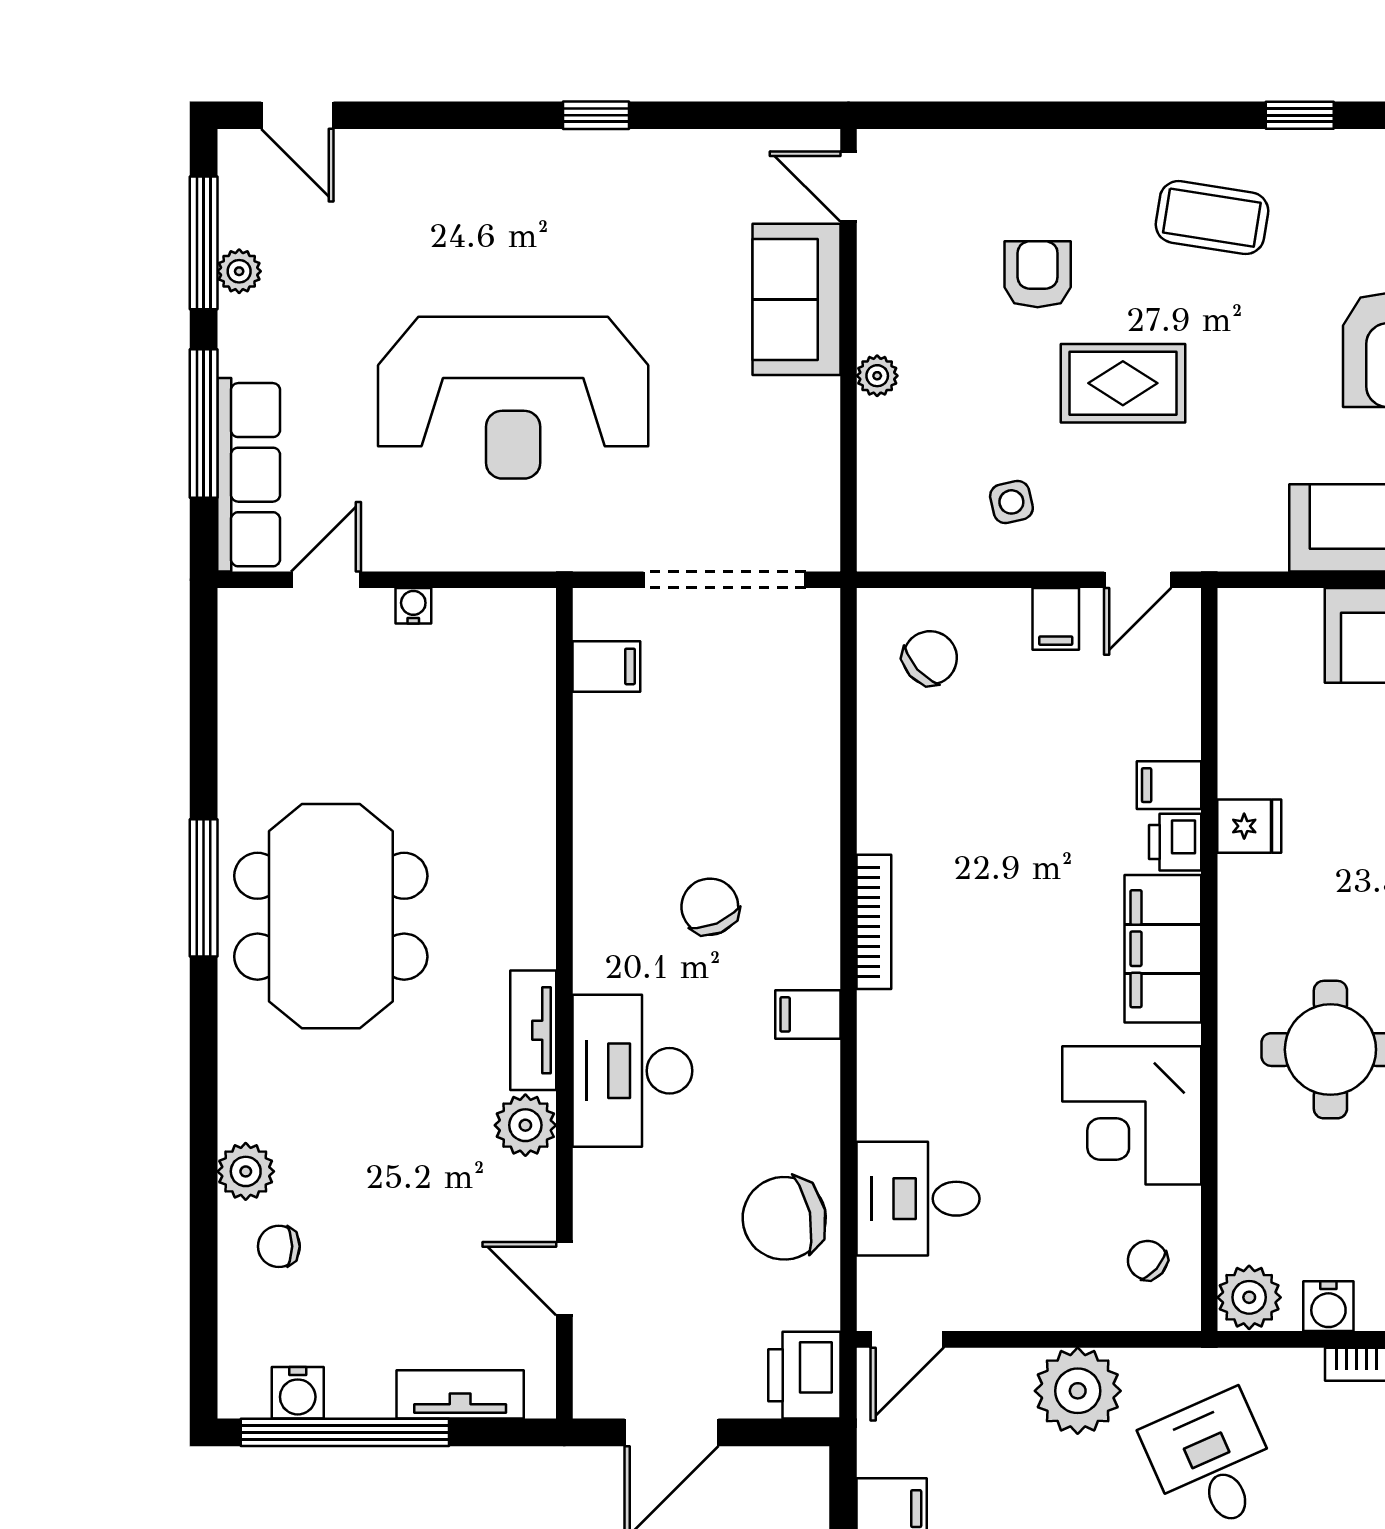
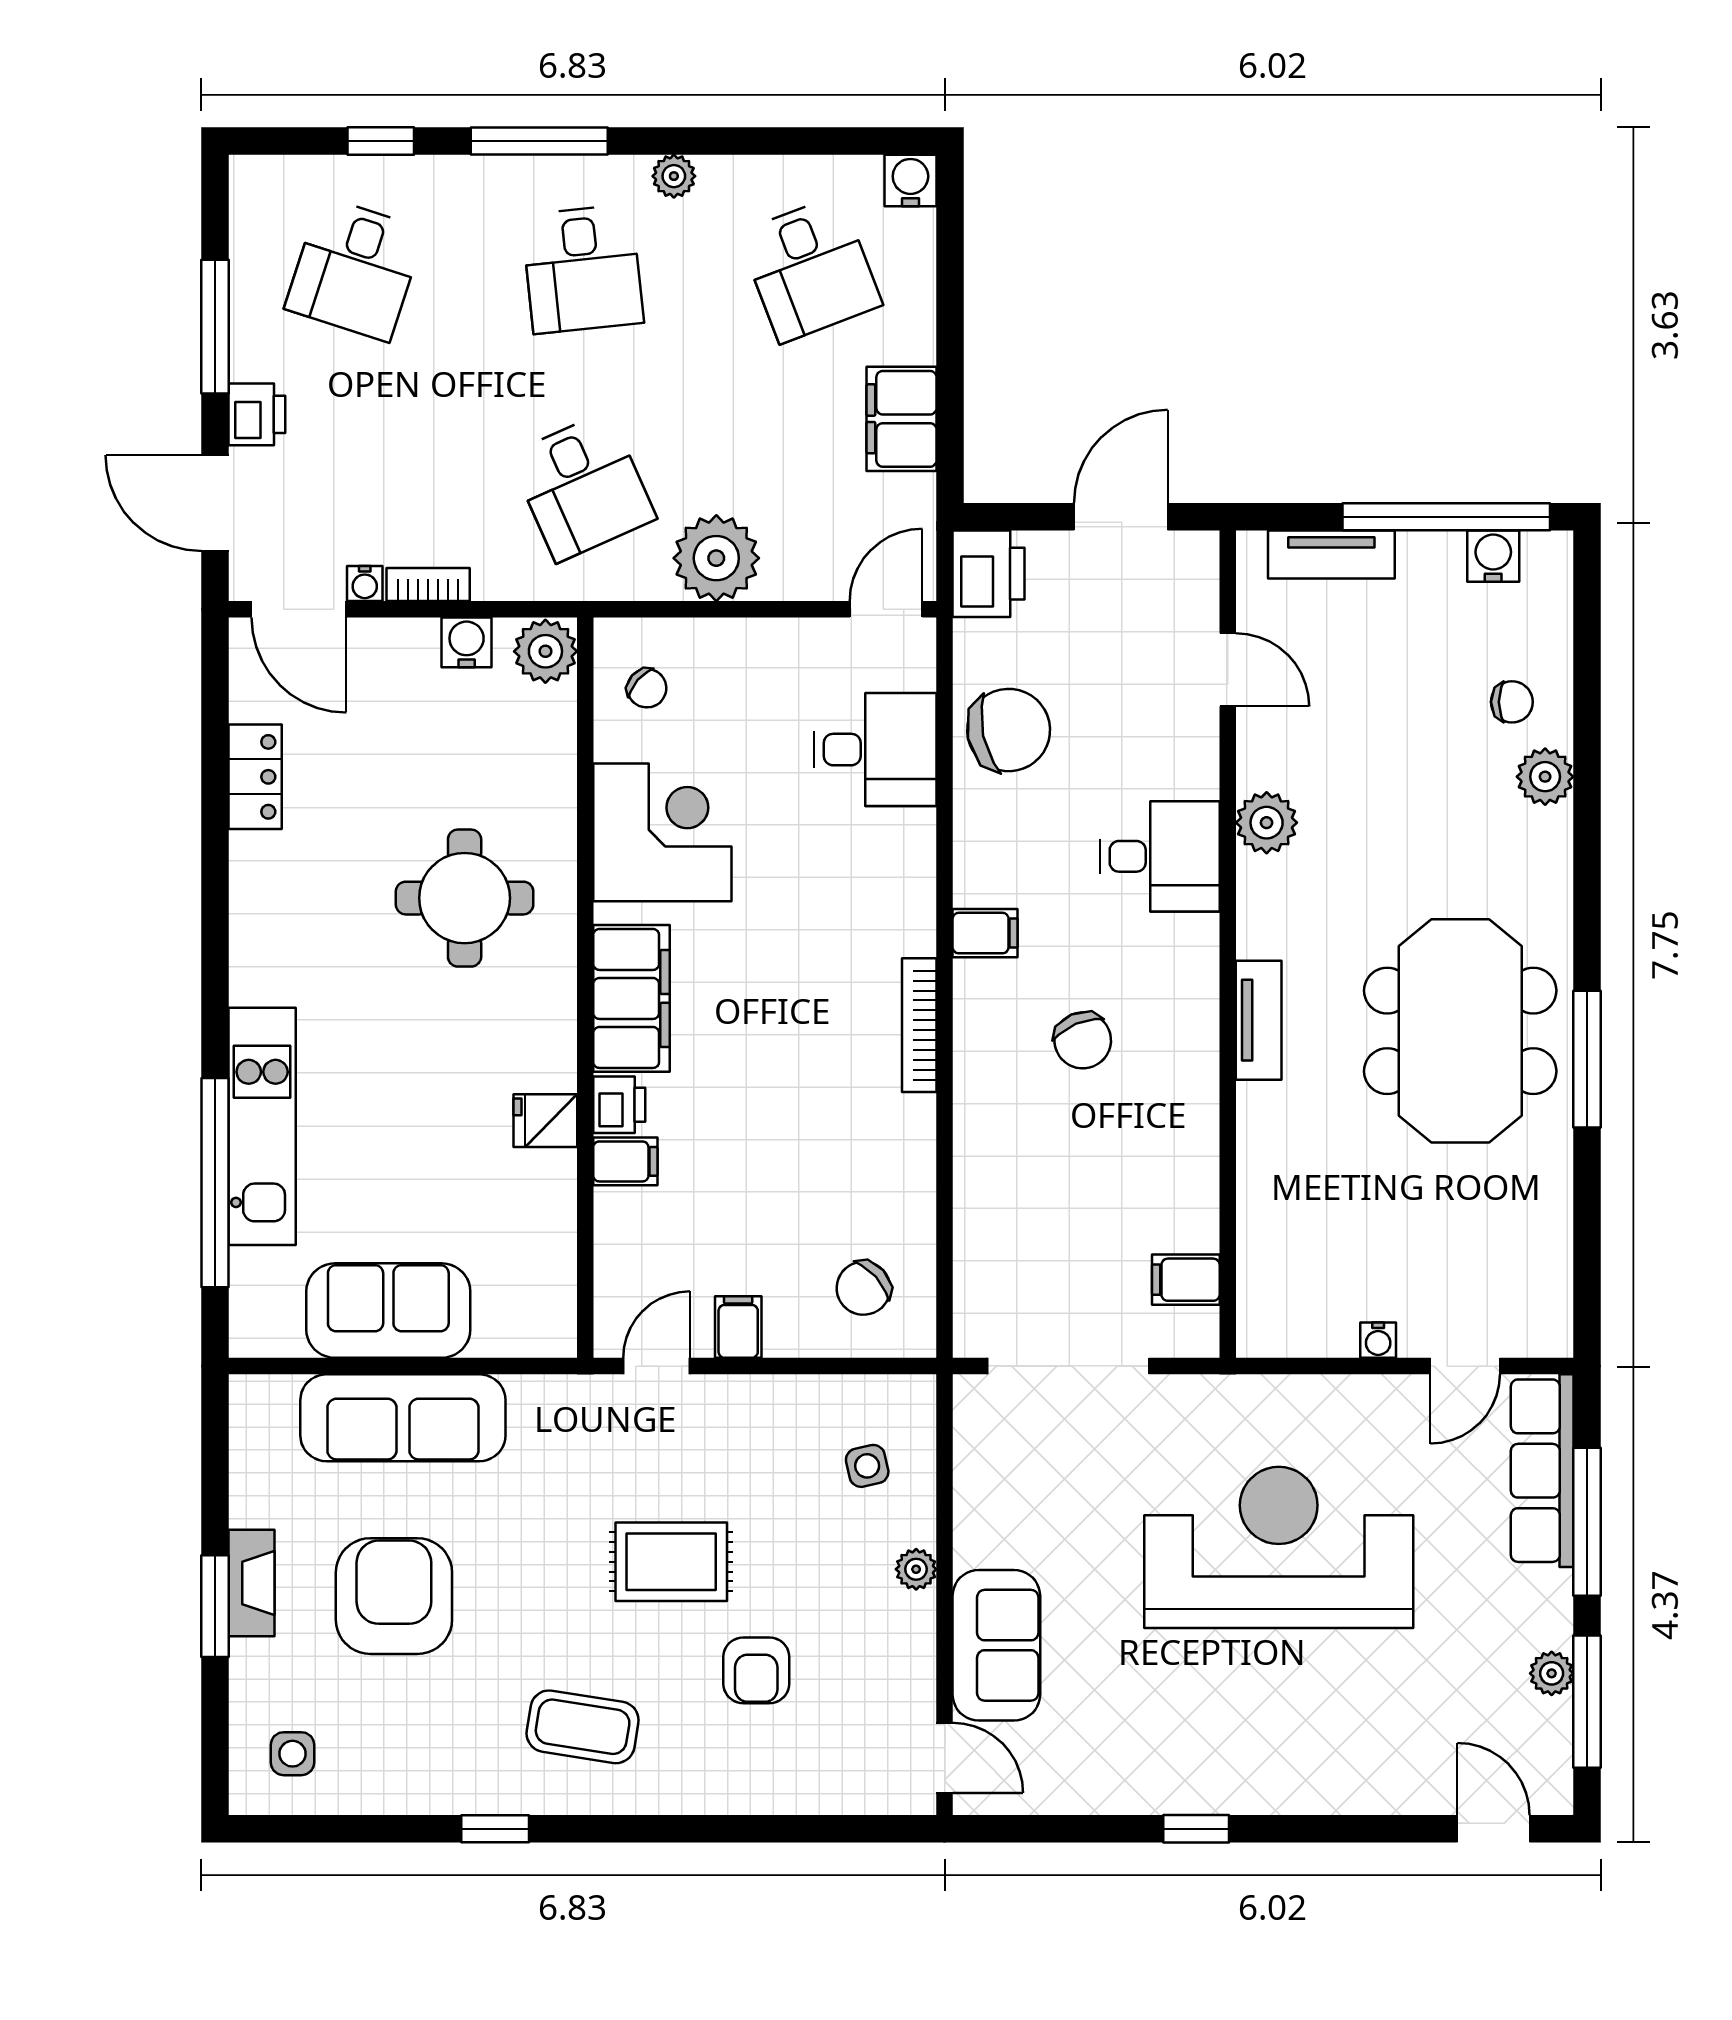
side table: (1011, 502) -> (867, 1466), moved
tv unit: (533, 1030) -> (1259, 1020), moved
desk: (632, 1071) -> (1160, 856), width x0.73

